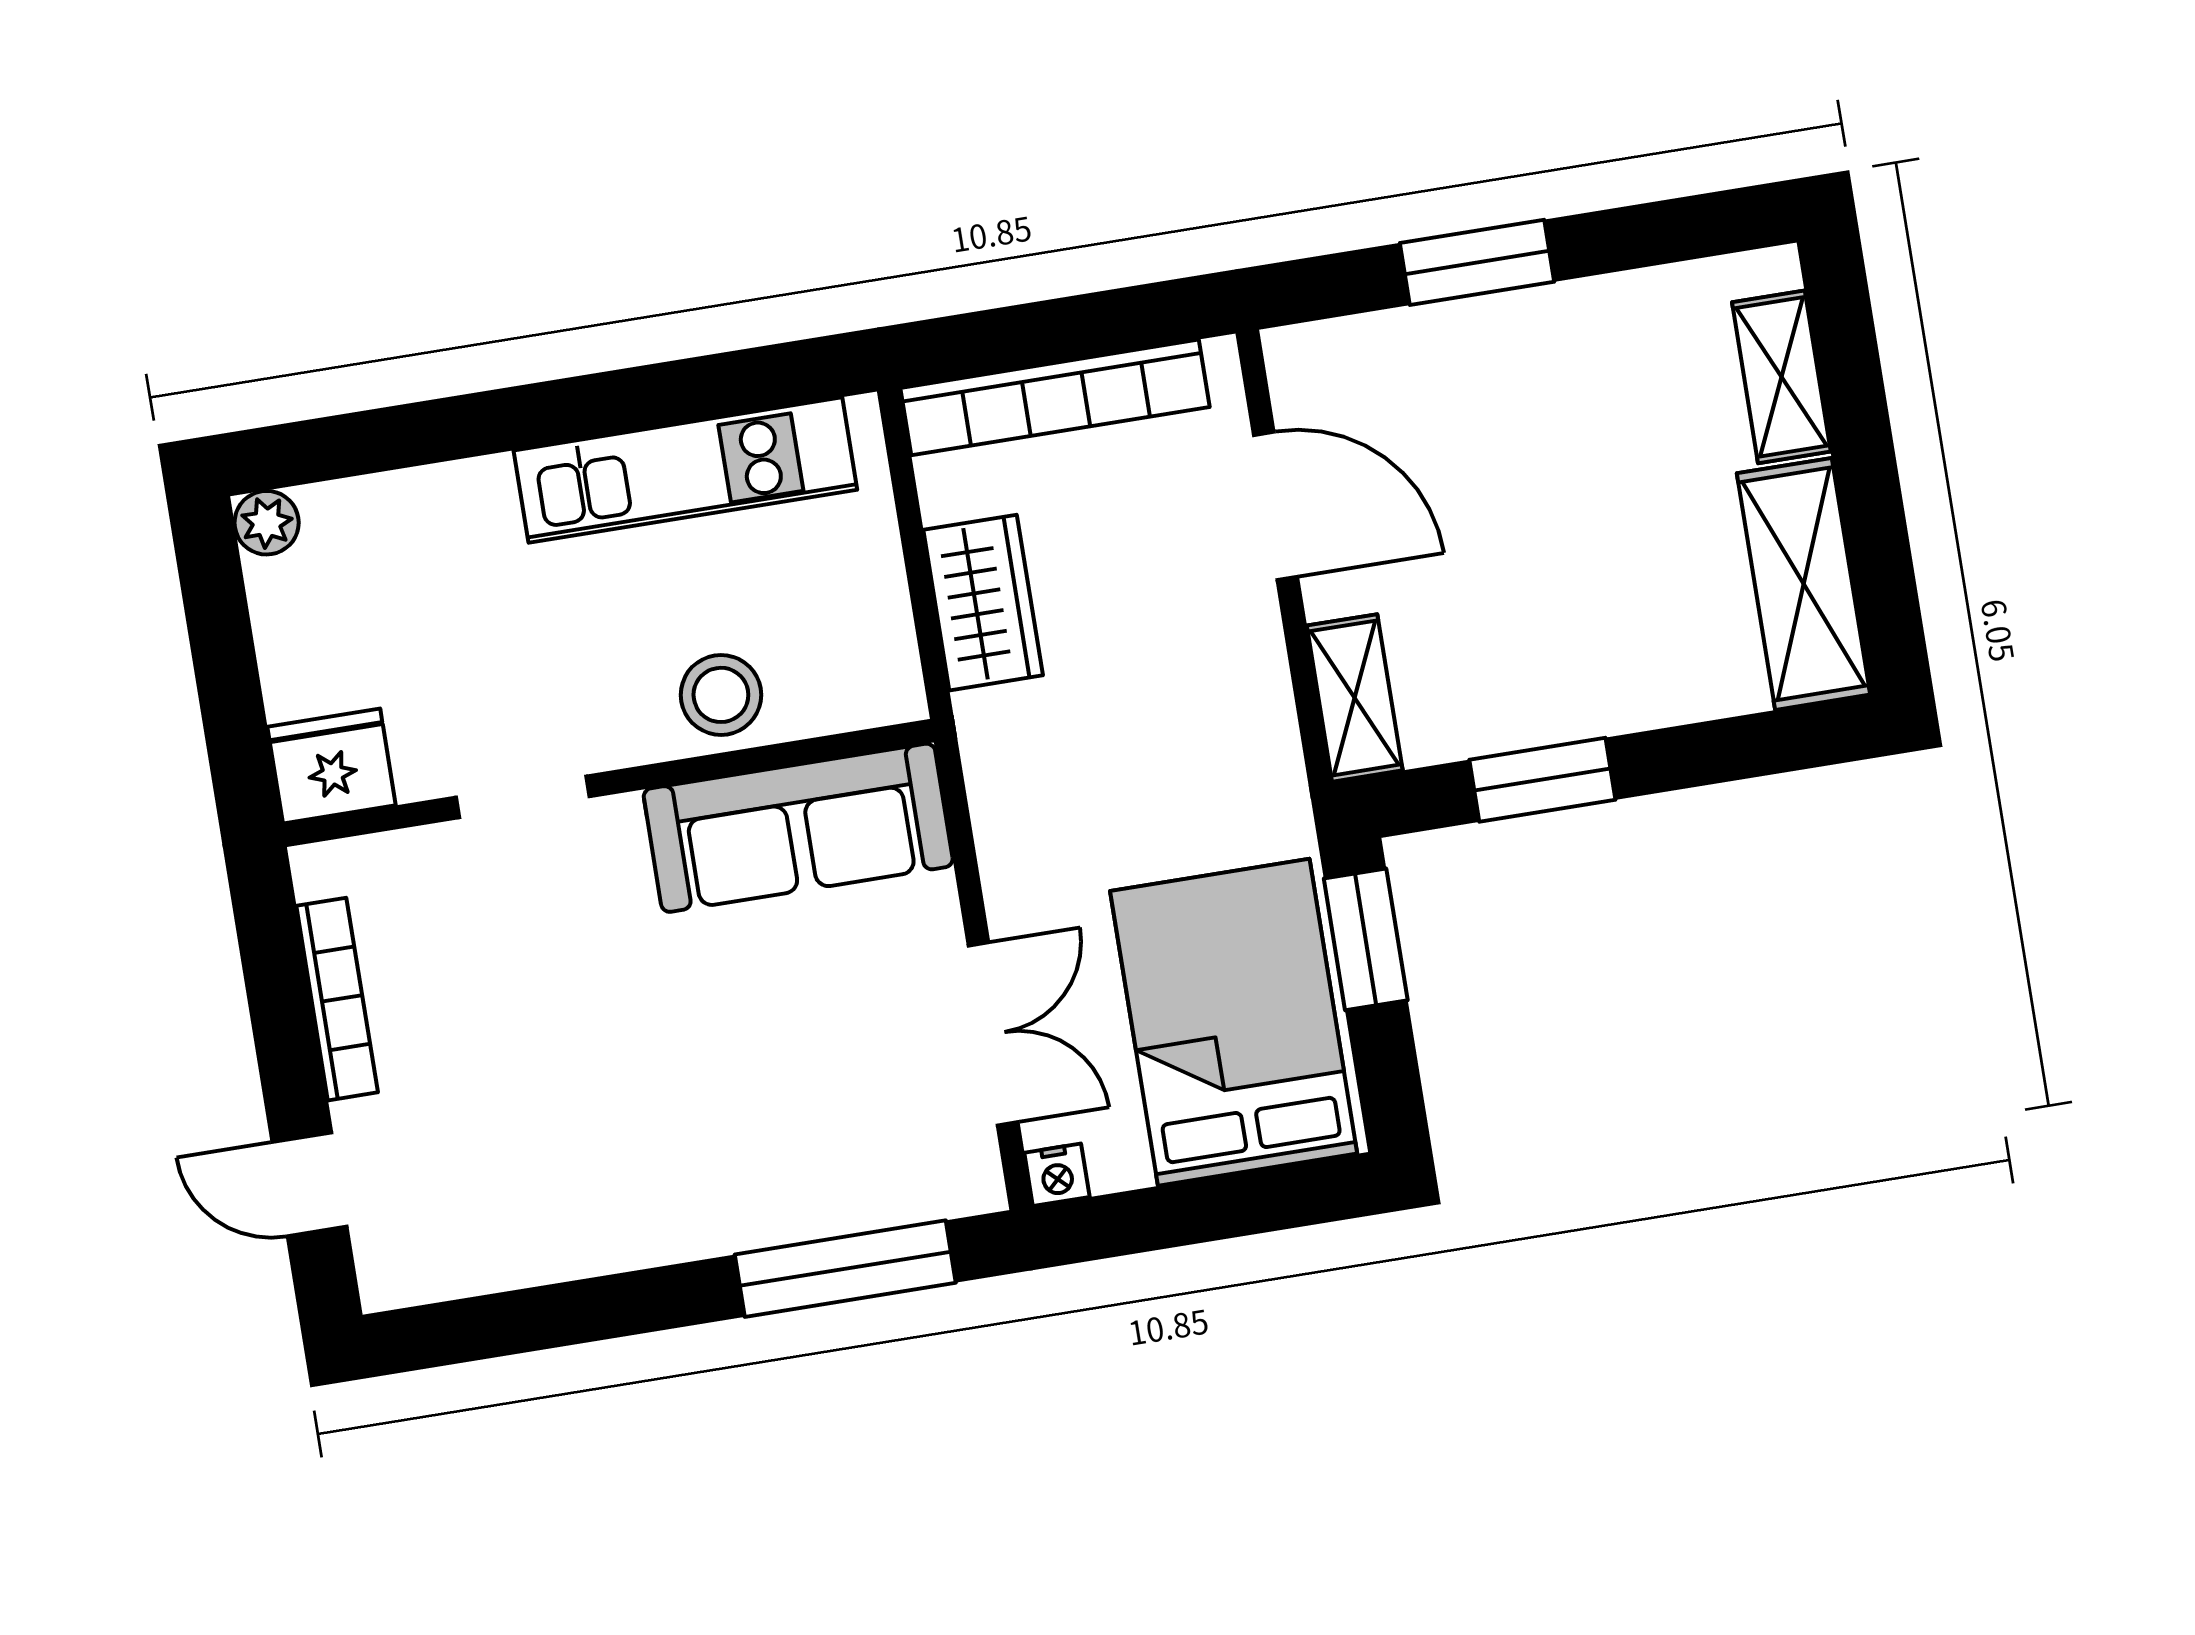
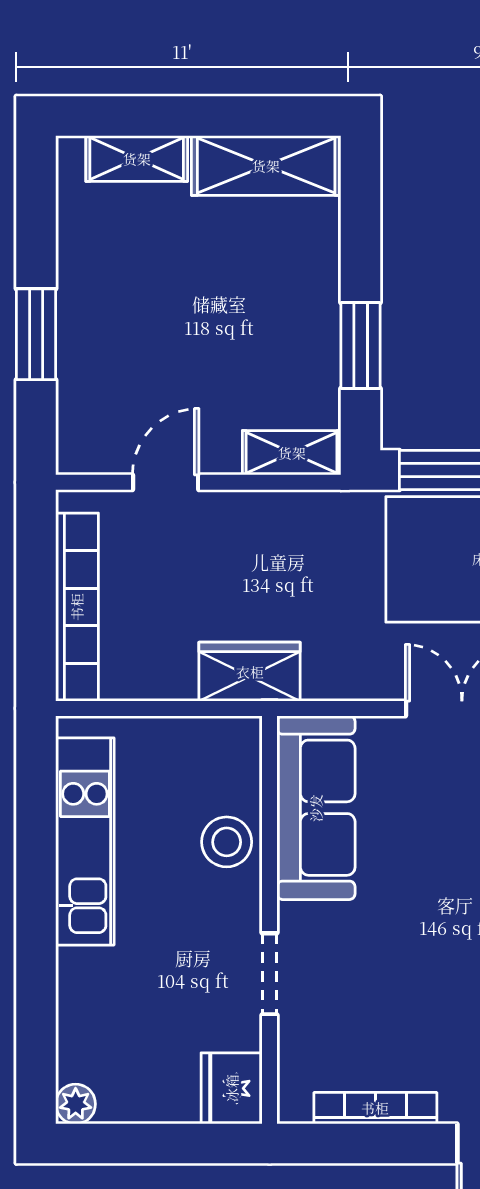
door: (1275, 506) -> (166, 482), width x0.73
wardrobe: (983, 603) -> (250, 672), moved

